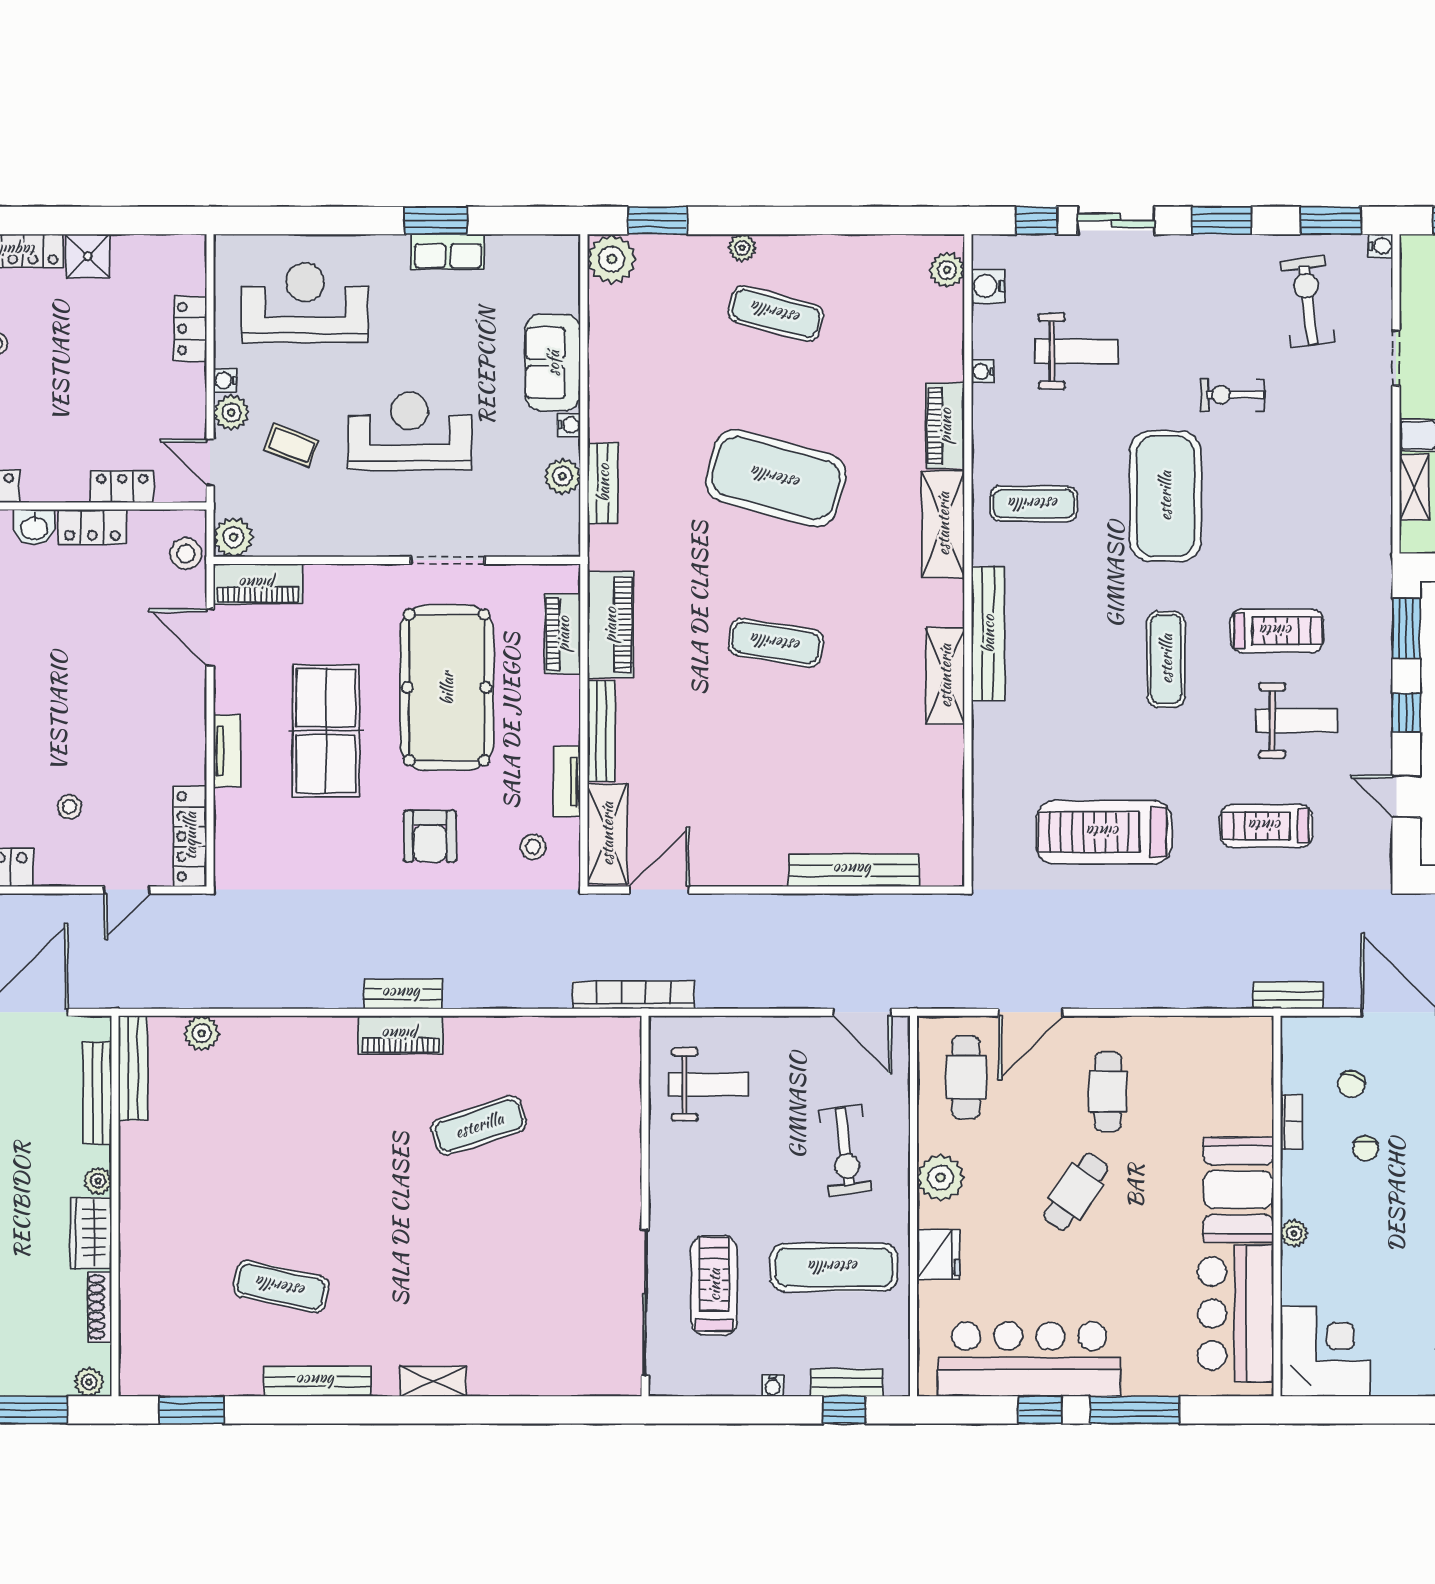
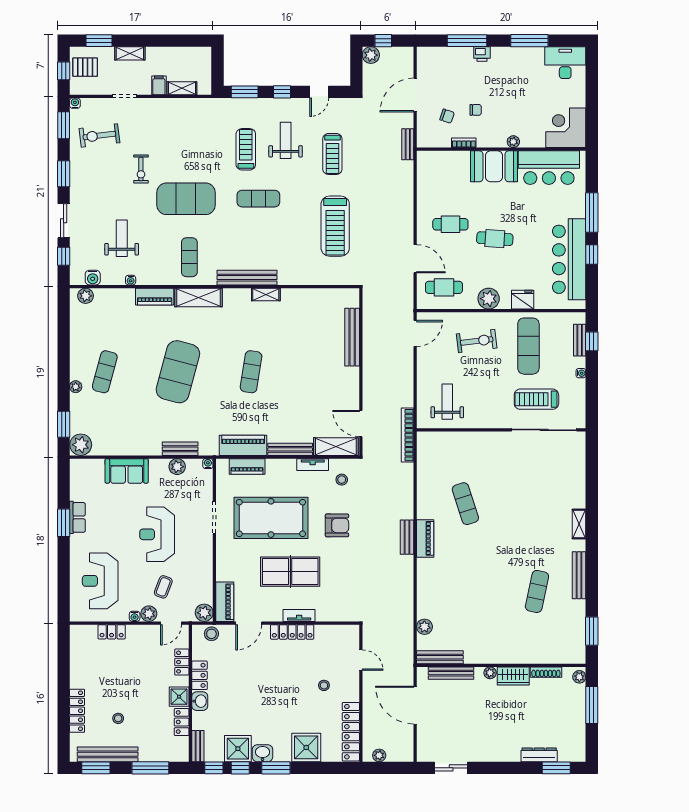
shower: (88, 256) -> (179, 697), moved
water cooler: (569, 425) -> (208, 464), moved
shelving: (945, 676) -> (266, 294), width x0.67, depth x0.75
locker: (190, 836) -> (292, 632), moved
cafe table: (1076, 1192) -> (495, 239), turned -31

